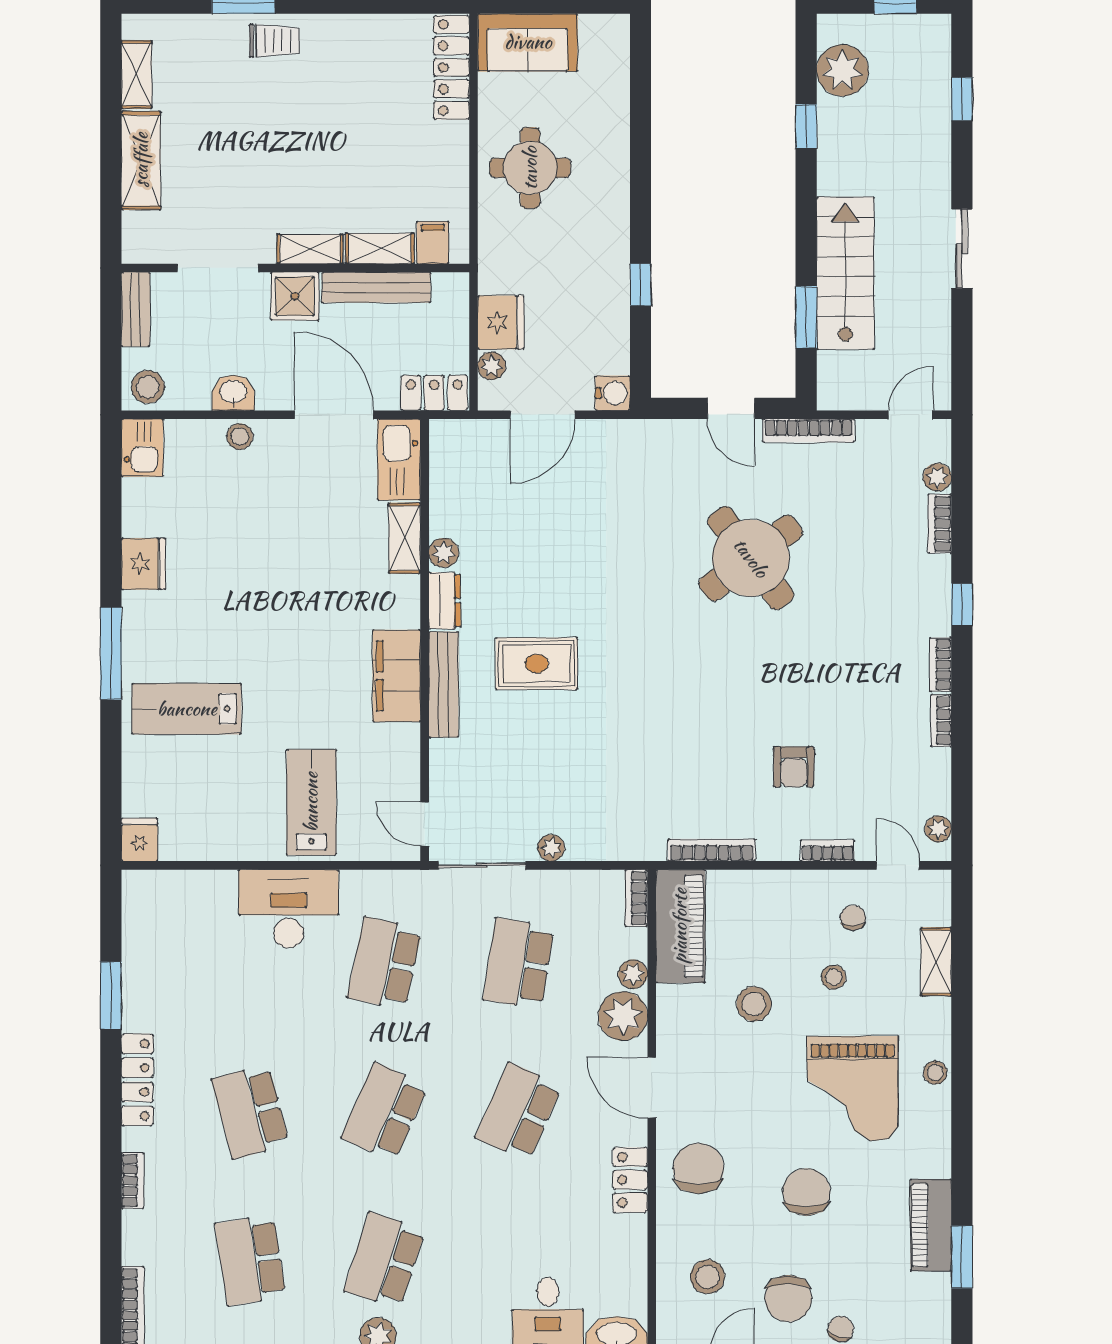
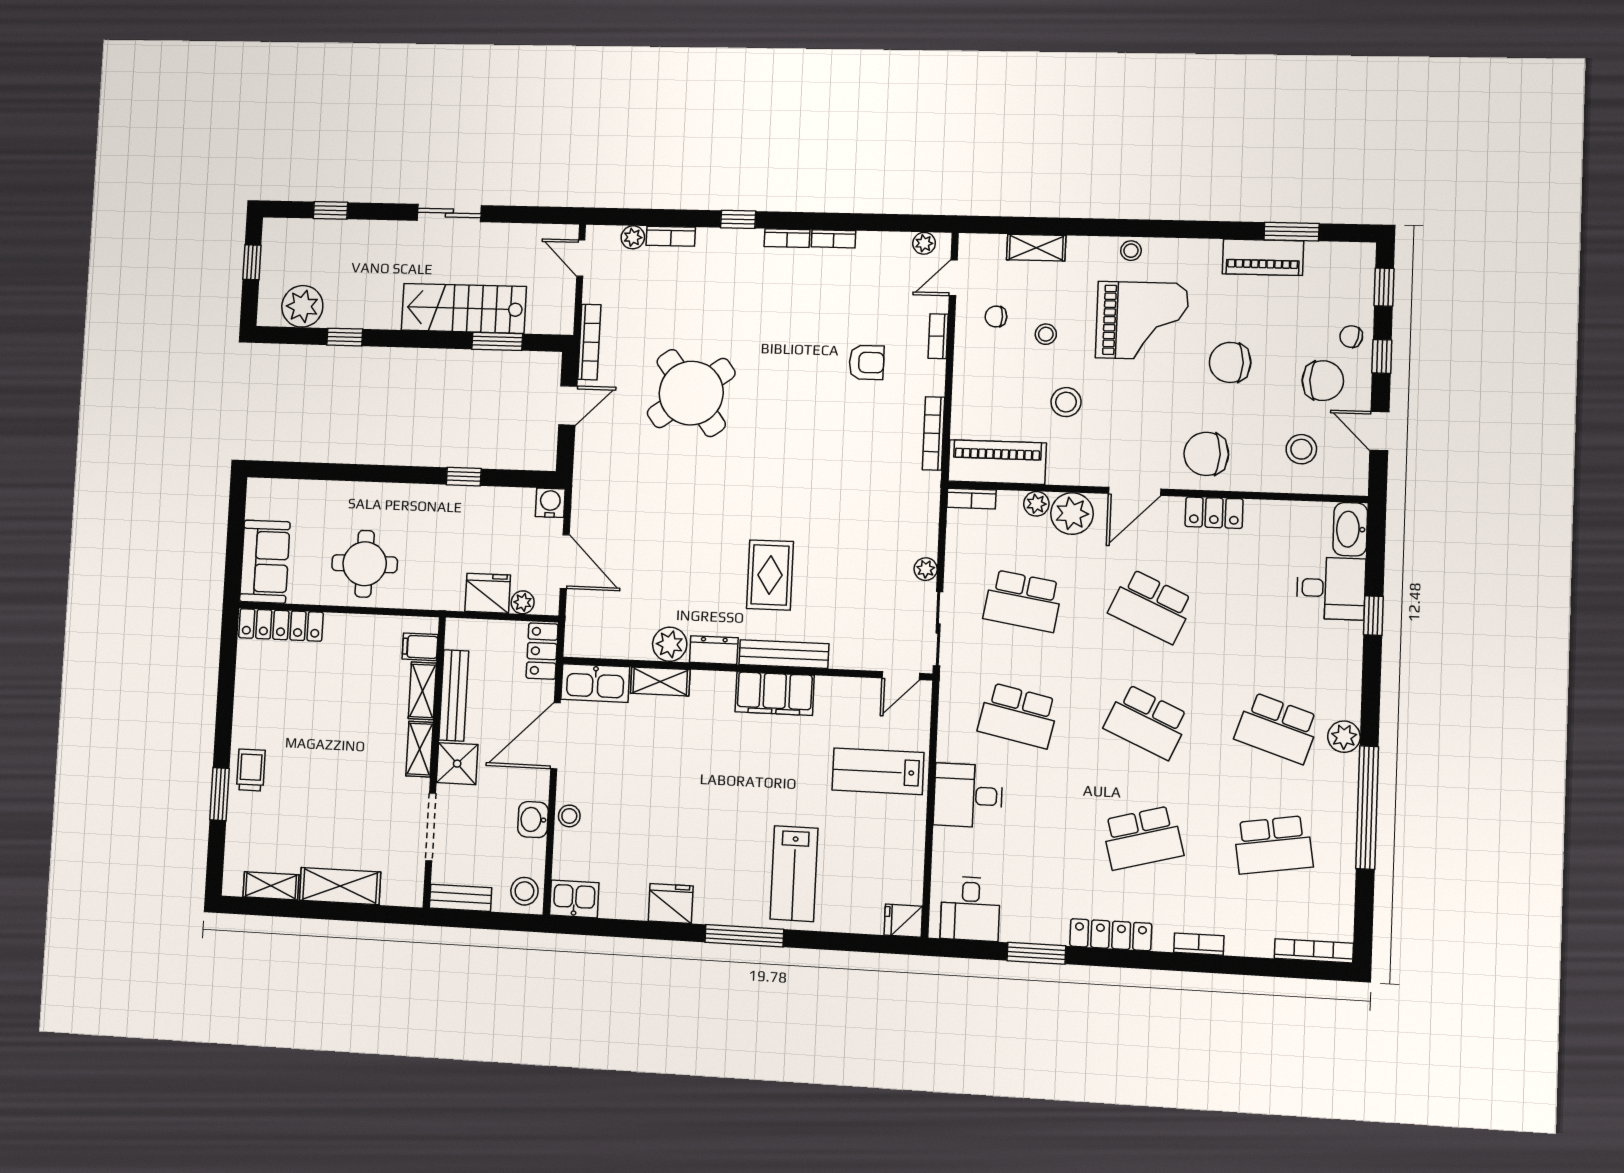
plant: (444, 553) -> (670, 644), width x1.38, depth x1.38
desk: (289, 909) -> (968, 796), width x0.73
desk: (158, 917) -> (970, 909), added

